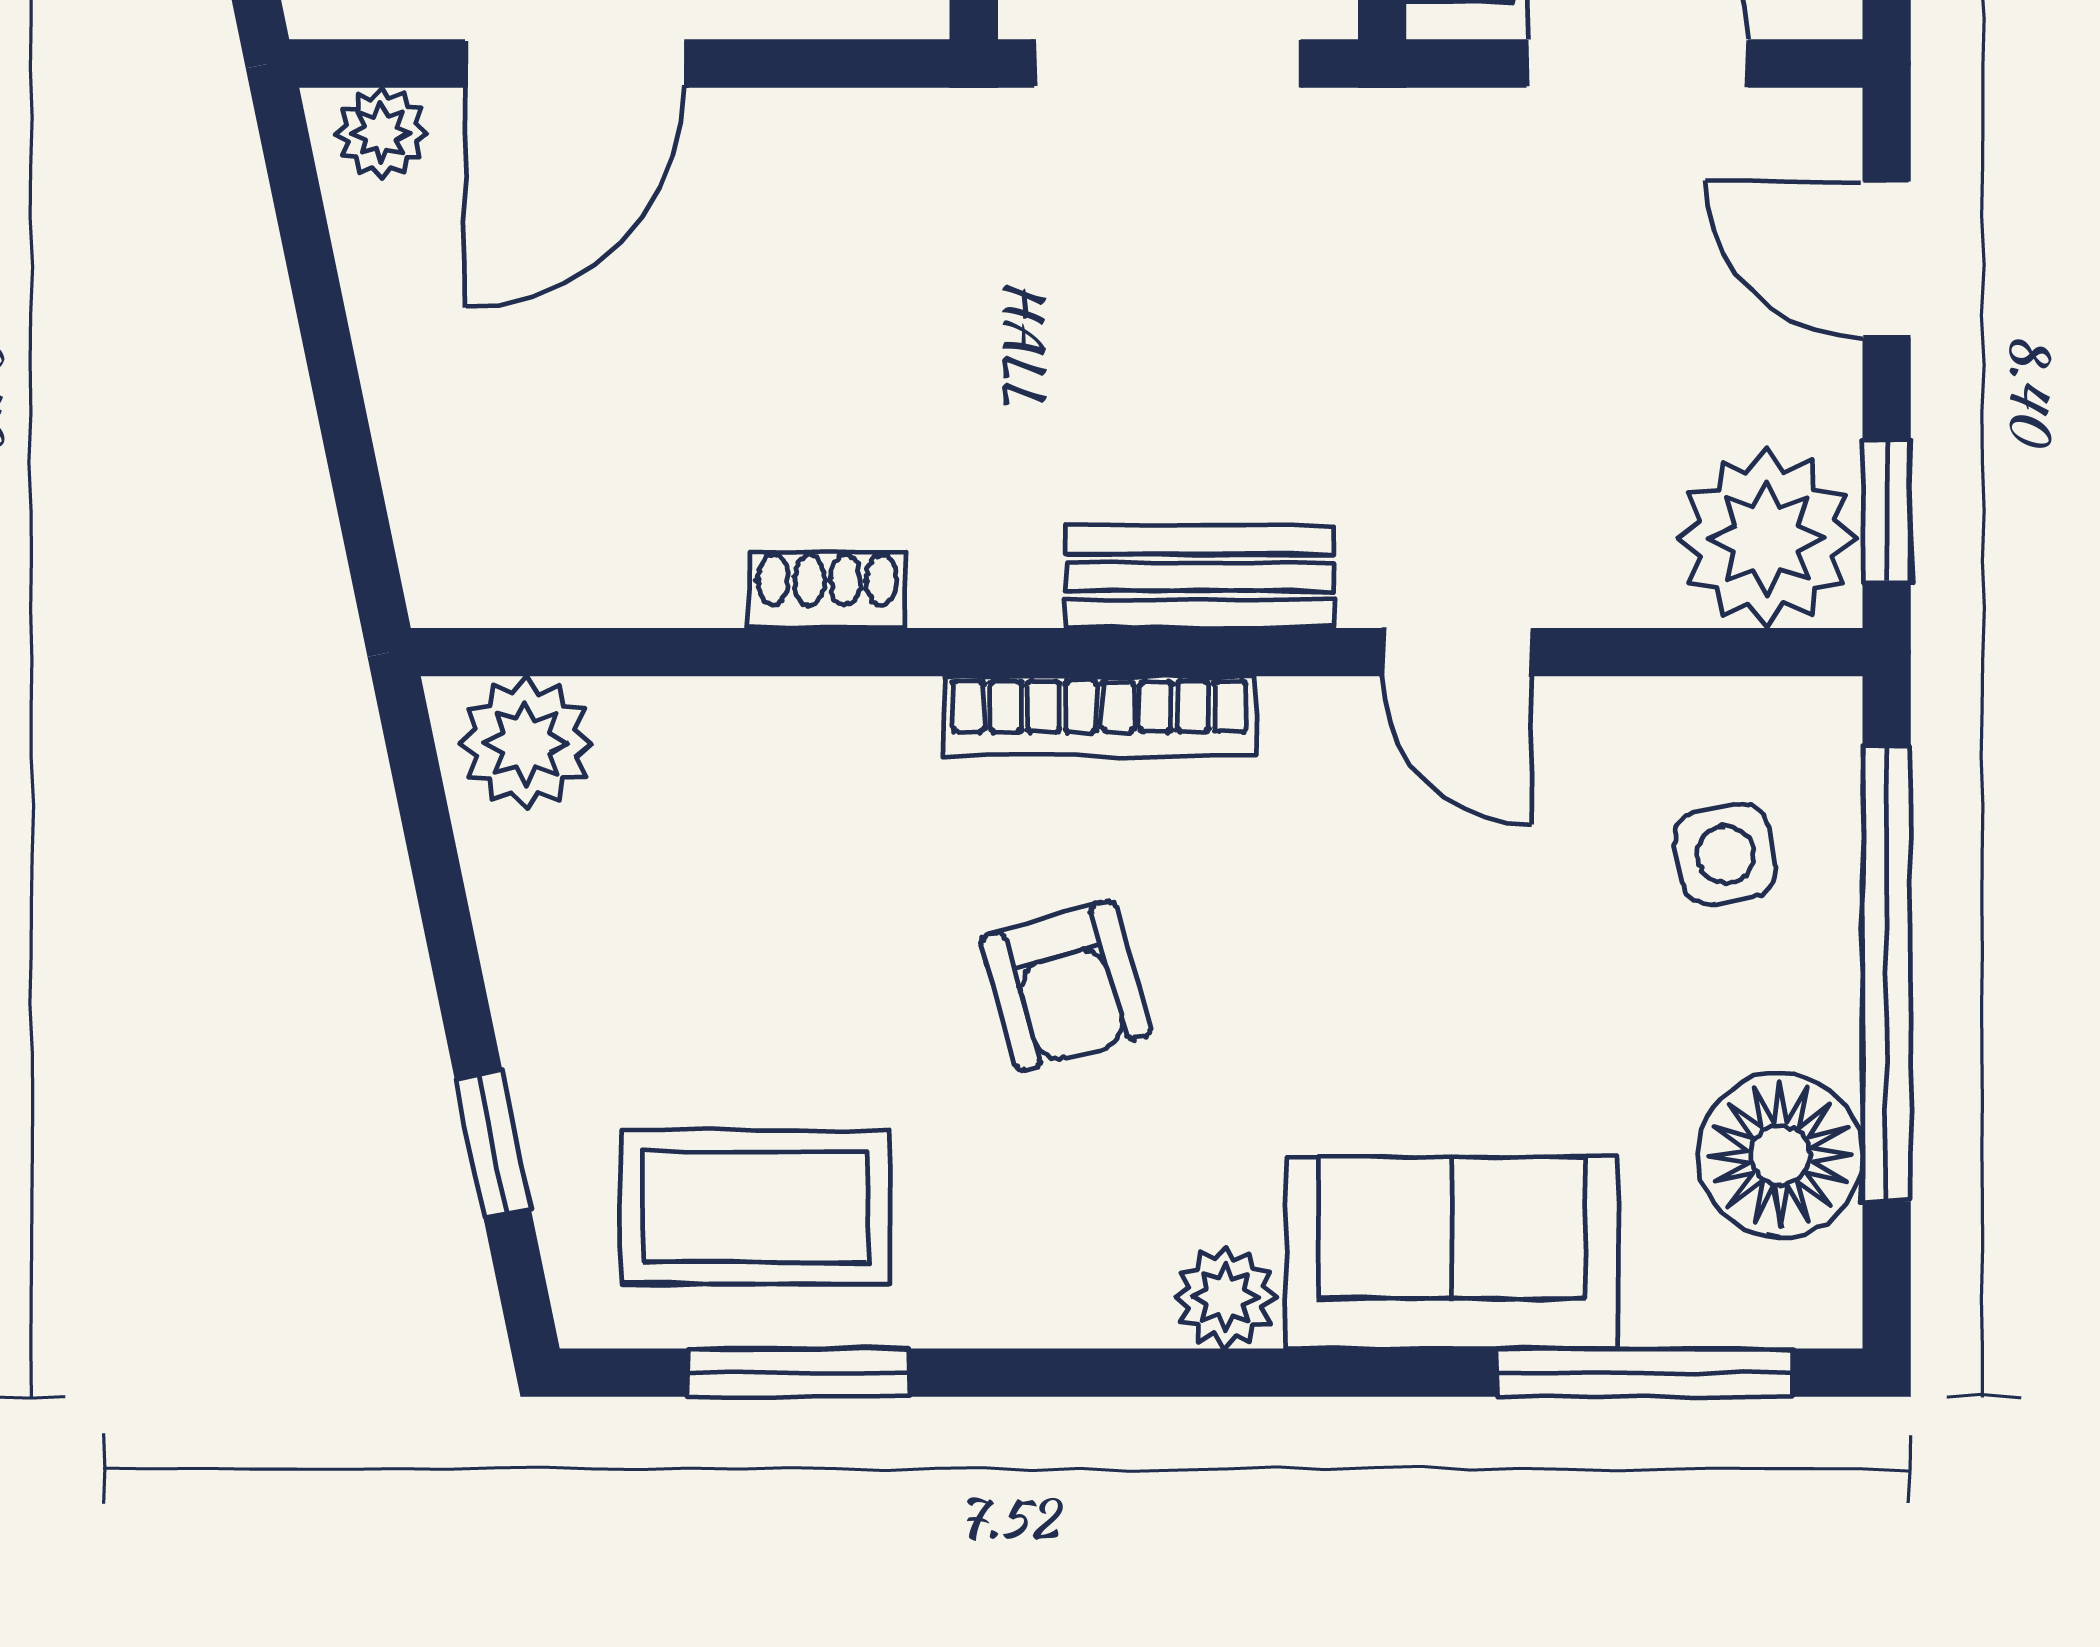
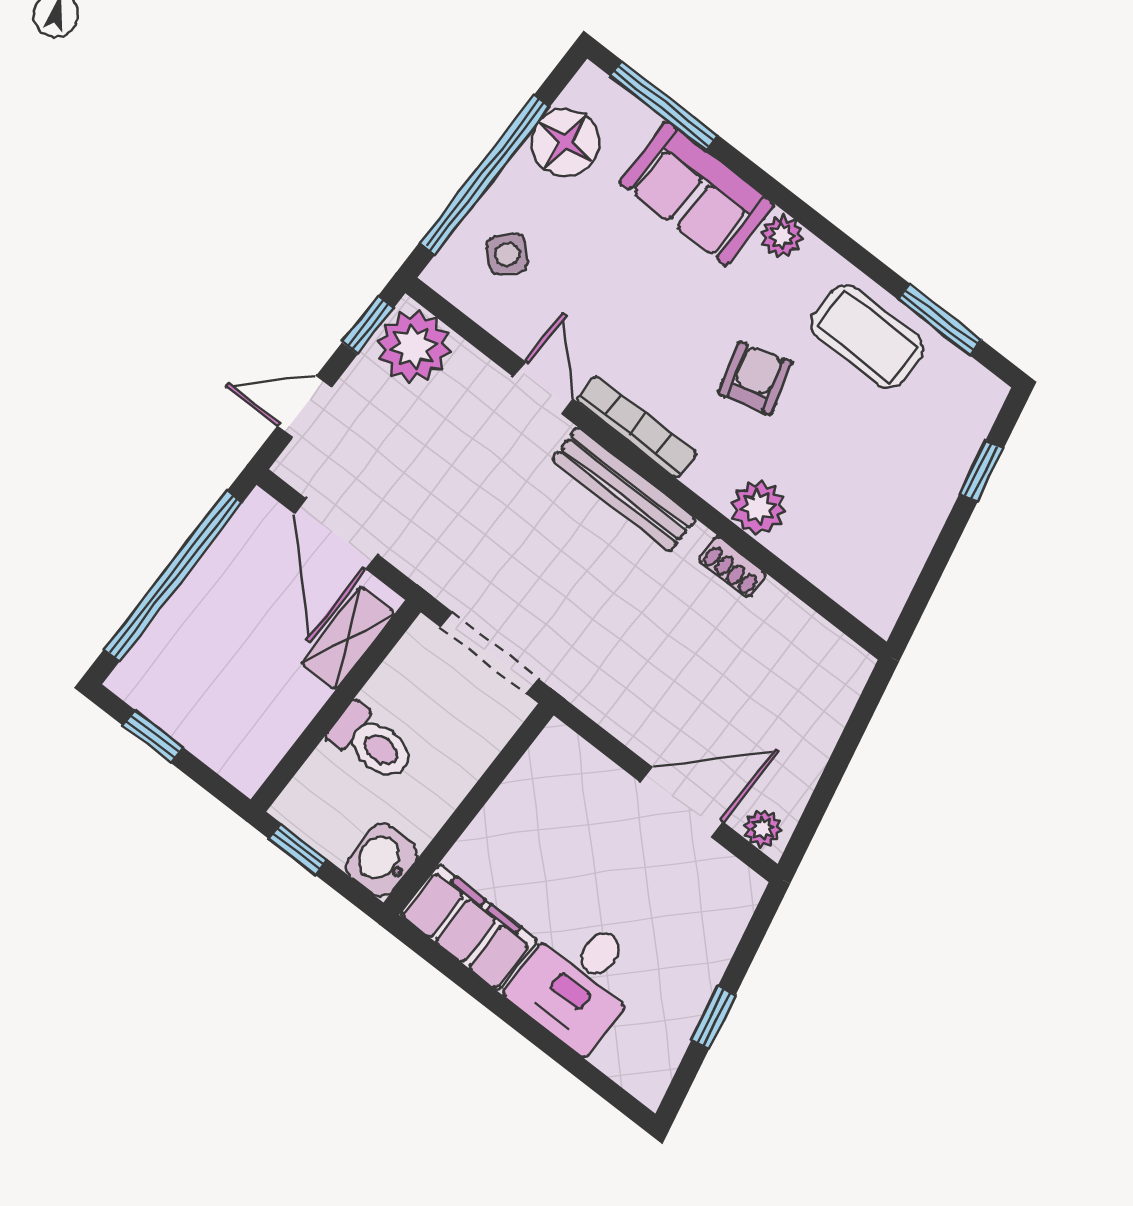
door: (1887, 260) -> (304, 407), swing flipped
bench: (1200, 577) -> (624, 489), width x1.36
bookcase: (1099, 716) -> (636, 427), moved
plant: (526, 743) -> (758, 507), moved
side table: (1725, 854) -> (507, 254), turned -35
coffee table: (755, 1207) -> (867, 336), moved

